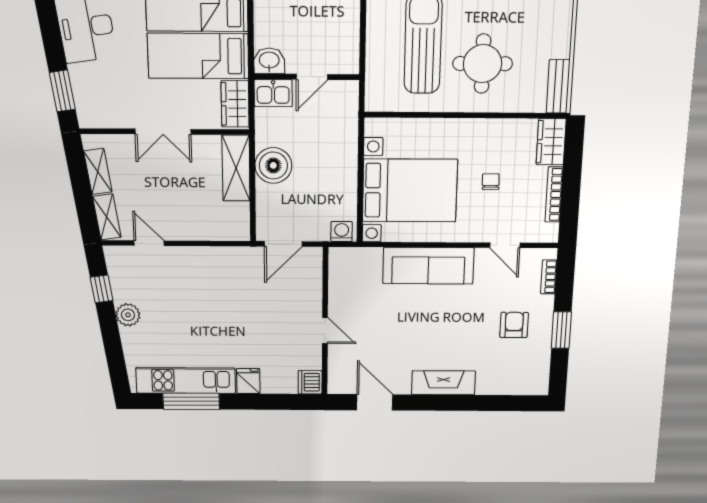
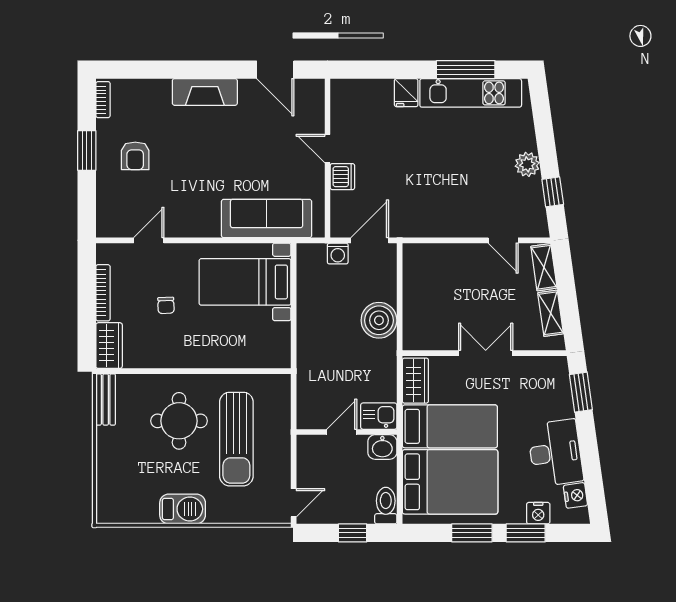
washbasin: (269, 61) -> (382, 447), moved
wall: (307, 77) -> (347, 432), moved
door: (312, 77) -> (342, 432), moved
kitchen sink: (273, 93) -> (379, 416), moved
shelving: (236, 168) -> (415, 317), removed
bed with nightstands: (410, 191) -> (245, 282), width x0.73
washing machine: (342, 232) -> (338, 254), moved
door: (505, 245) -> (149, 240), hinge flipped
sofa: (428, 266) -> (267, 219), moved
bookcase: (549, 277) -> (103, 100), moved
dishwasher: (310, 382) -> (342, 177), moved

